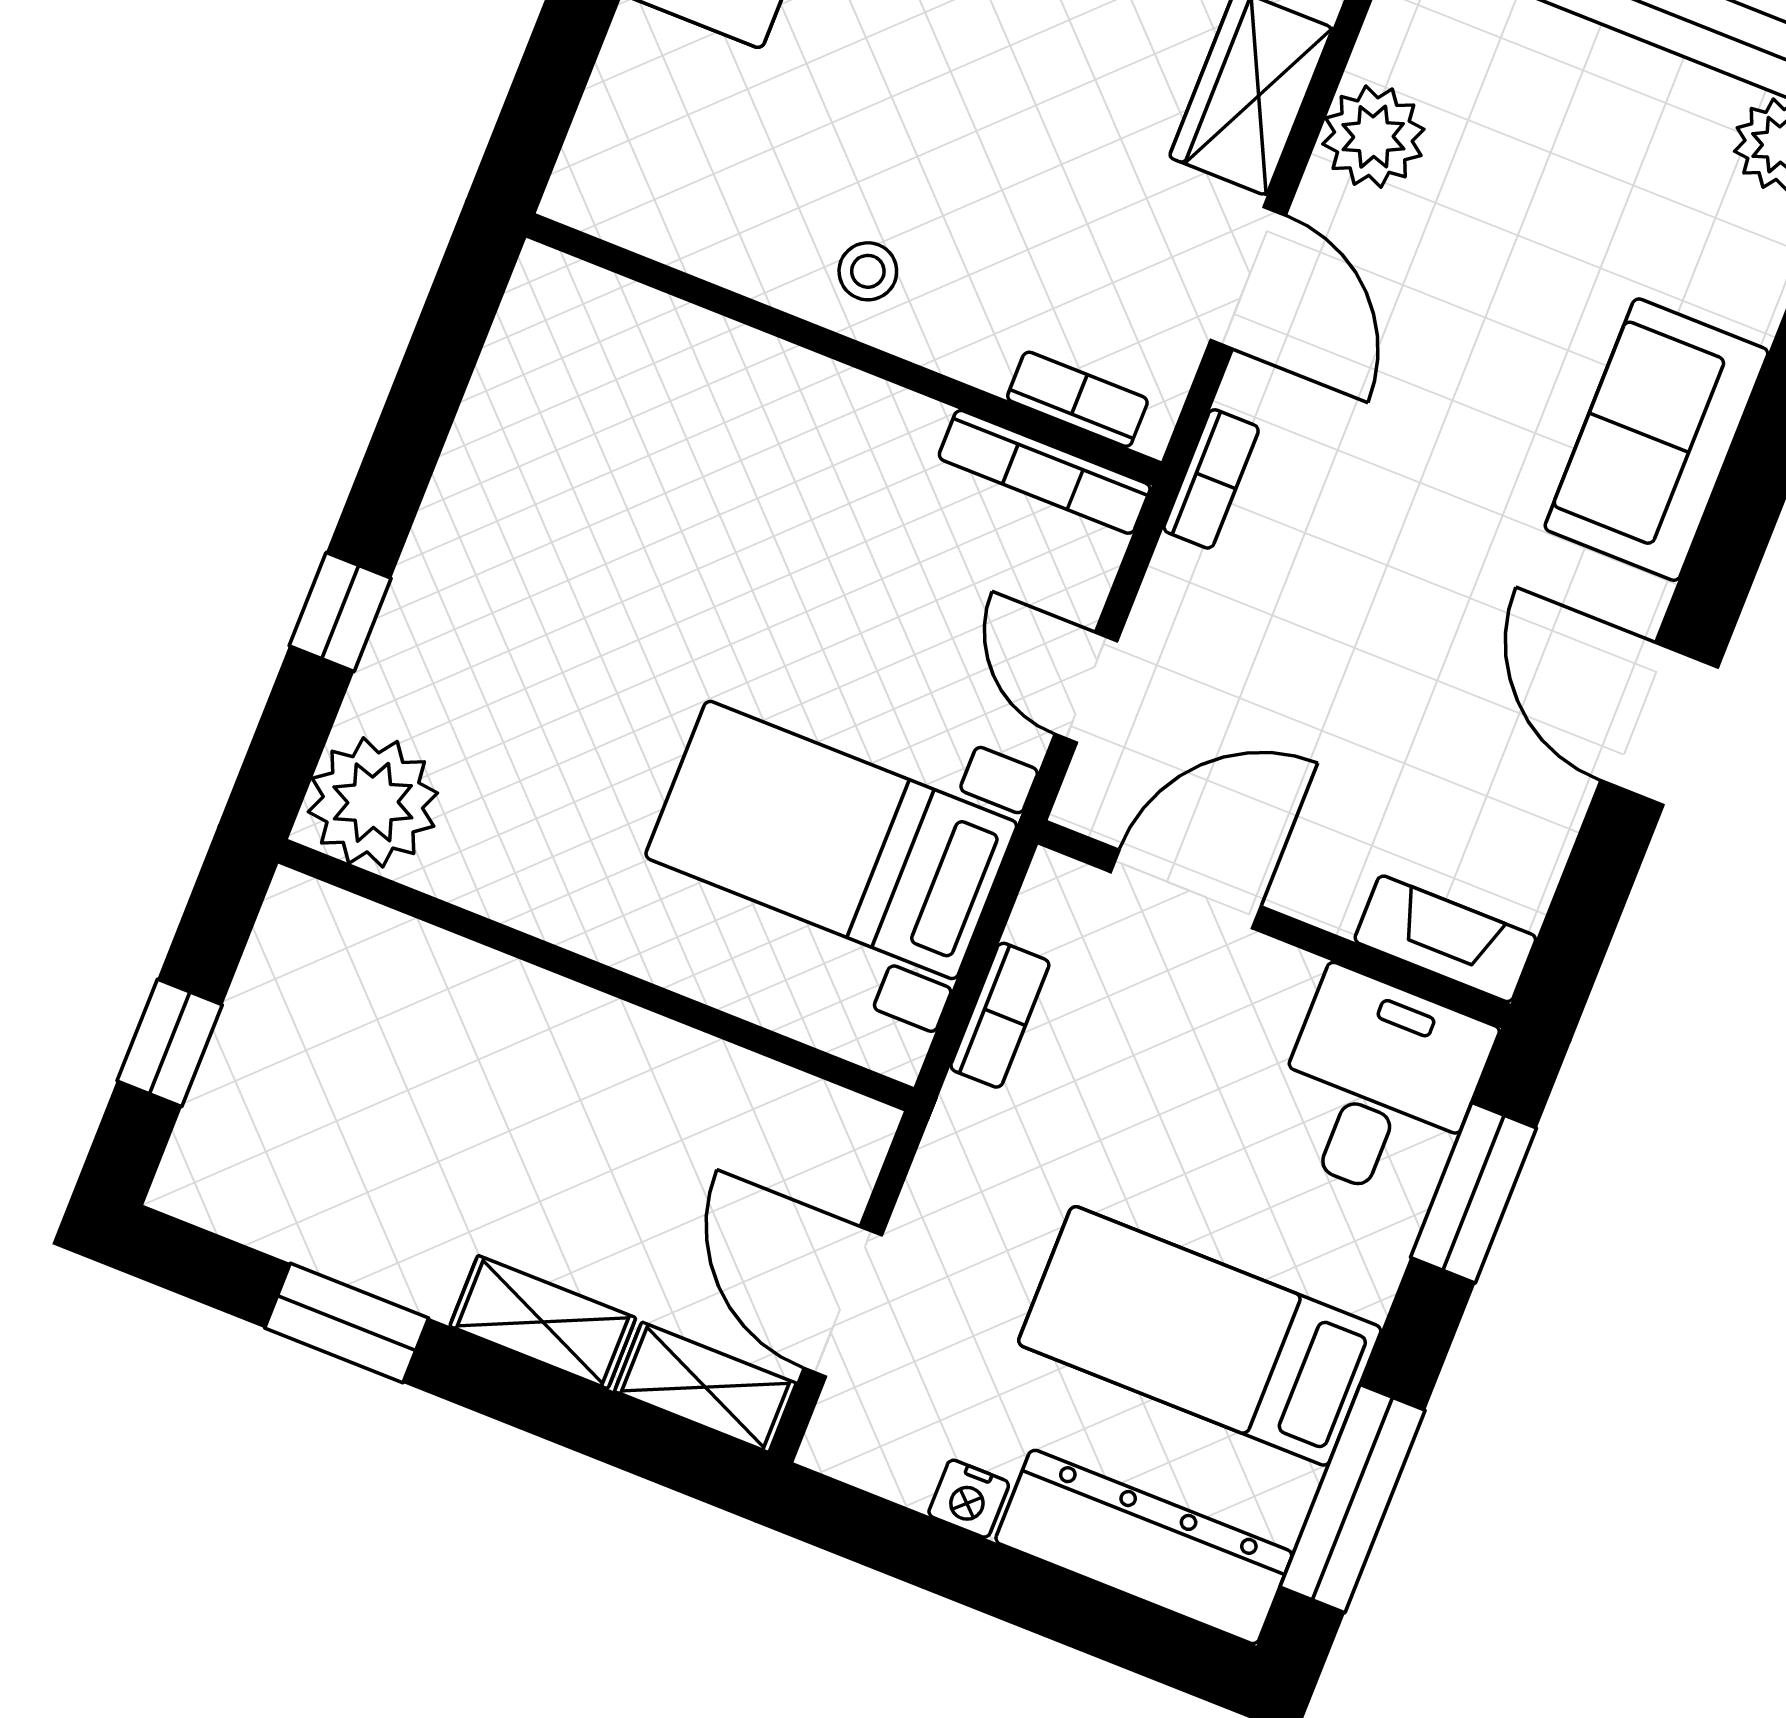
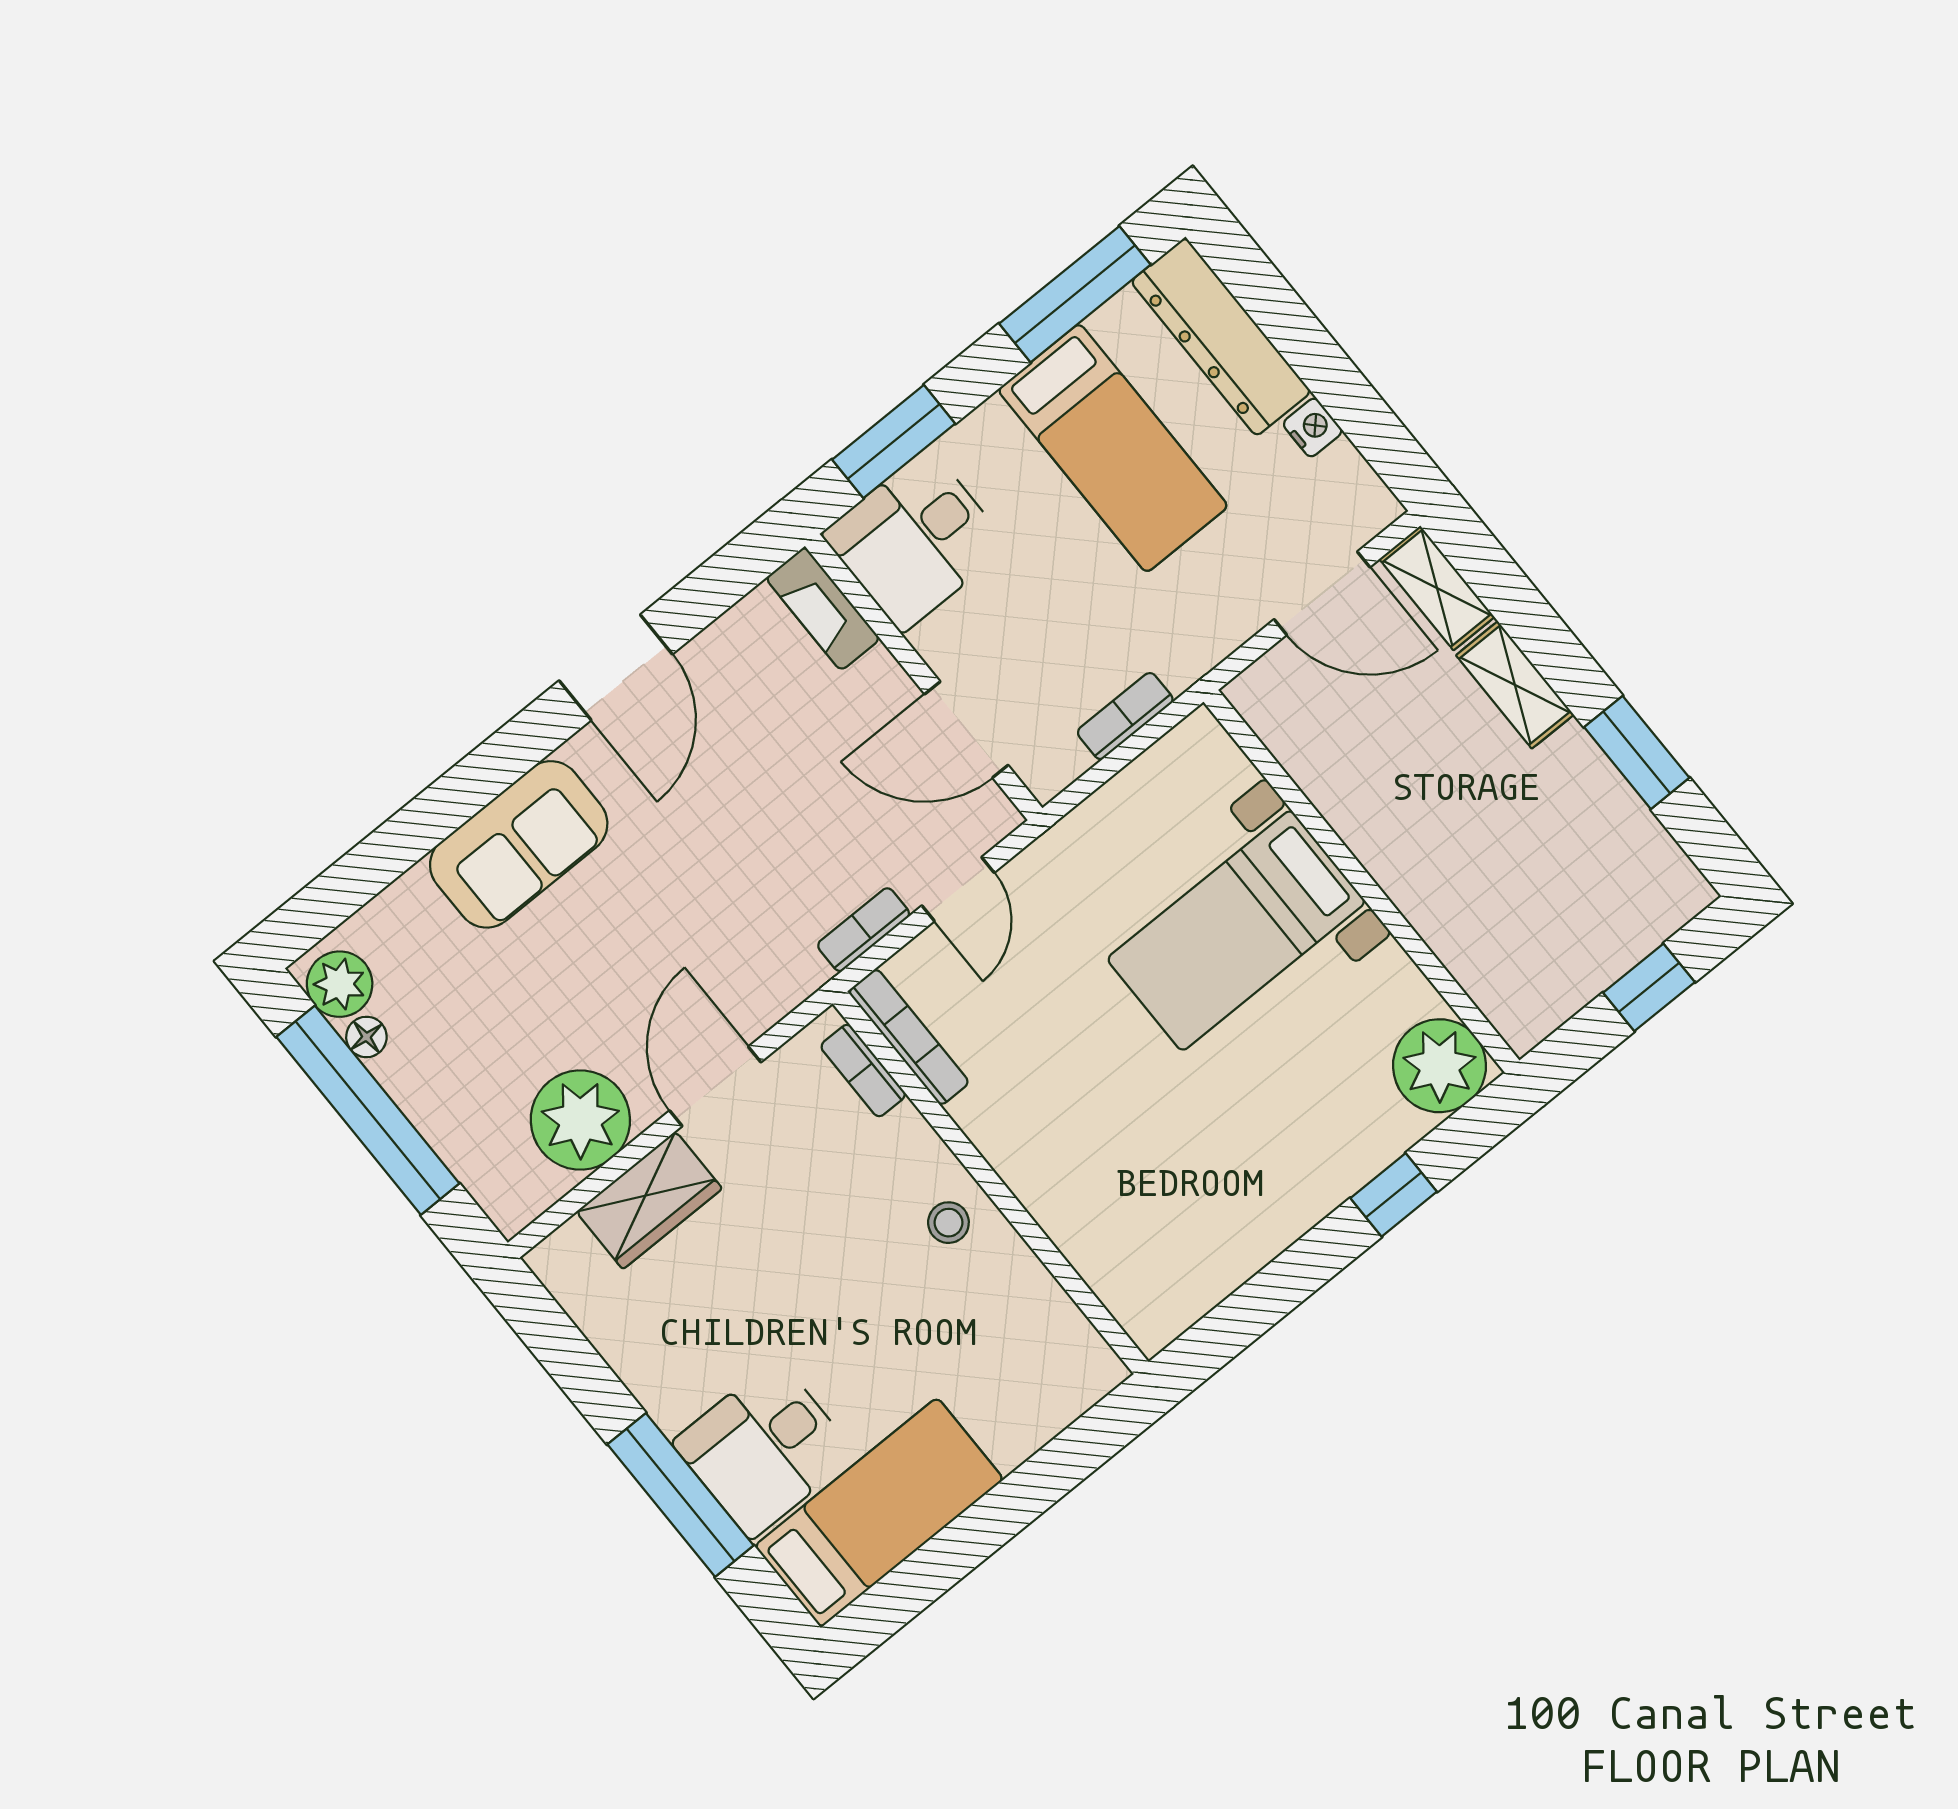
floor lamp: (1711, 98) -> (366, 1037), added
plant: (1373, 137) -> (580, 1120), width x1.36, depth x1.36
bookcase: (1211, 479) -> (864, 930), moved
bed with nightstands: (831, 840) -> (1236, 931), moved, turned 90
door: (843, 1302) -> (1322, 593), hinge flipped

